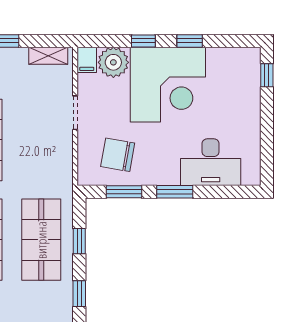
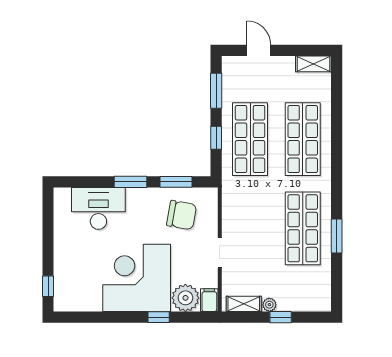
window: (190, 41) -> (117, 317), removed
plant: (20, 55) -> (269, 305), added
window: (79, 294) -> (216, 91), width x1.50

